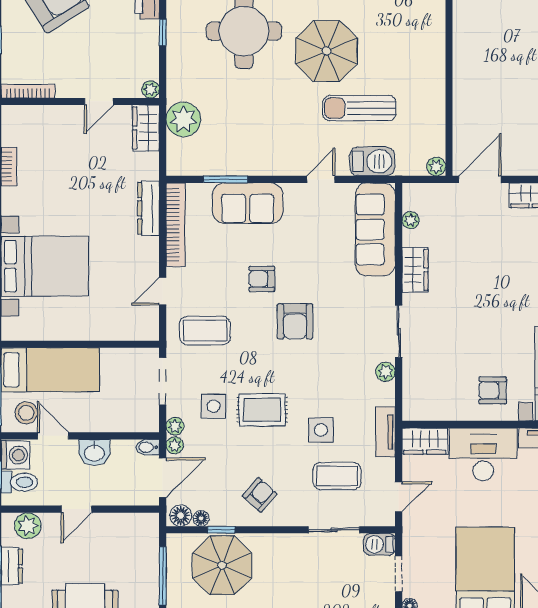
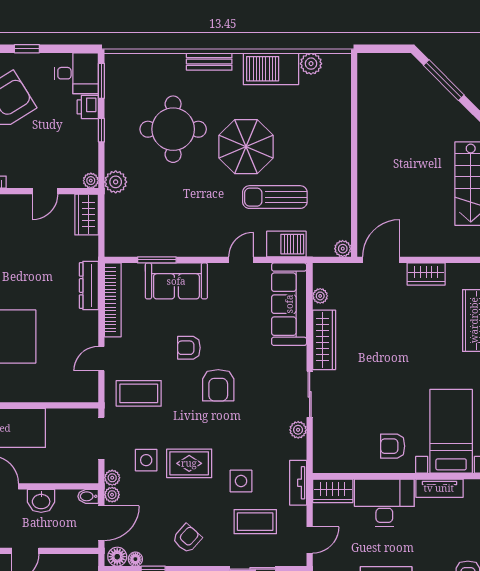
plant: (183, 120) -> (116, 182), moved, width x0.73, depth x0.73
wardrobe: (415, 270) -> (324, 340), width x1.50

